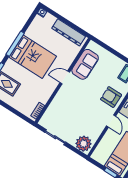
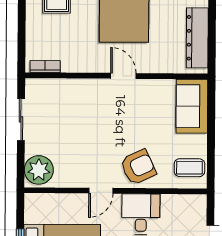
sofa: (85, 64) -> (192, 106), moved, turned 90
armchair: (111, 97) -> (138, 167), turned 65

